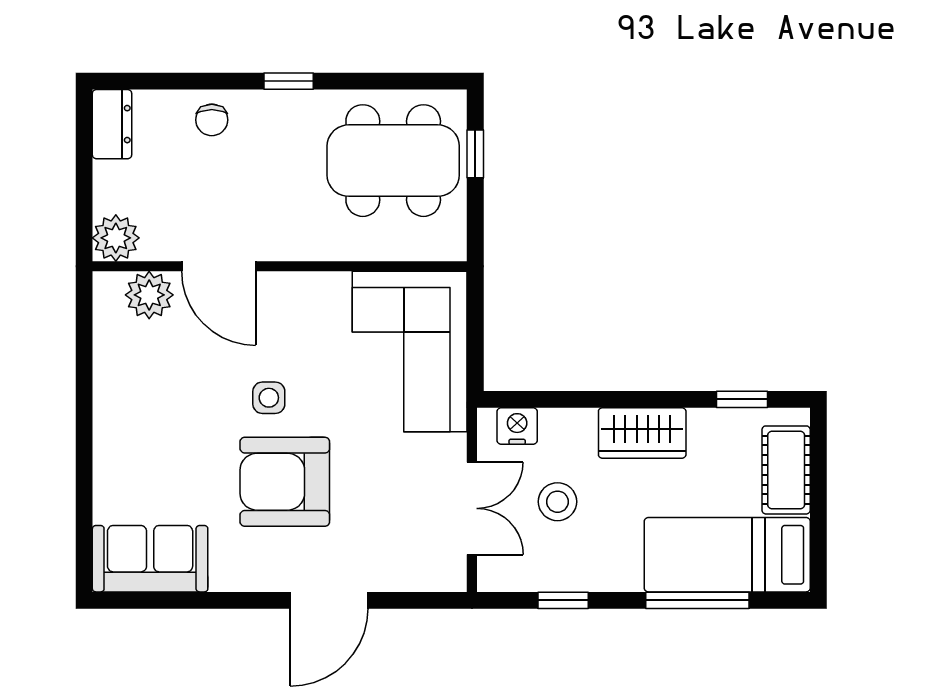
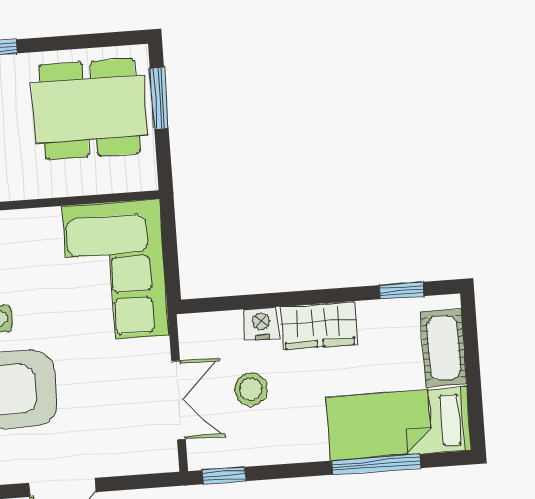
window: (475, 154) -> (159, 98), width x1.50
nightstand: (517, 426) -> (261, 324), moved
window: (563, 600) -> (224, 476), moved

